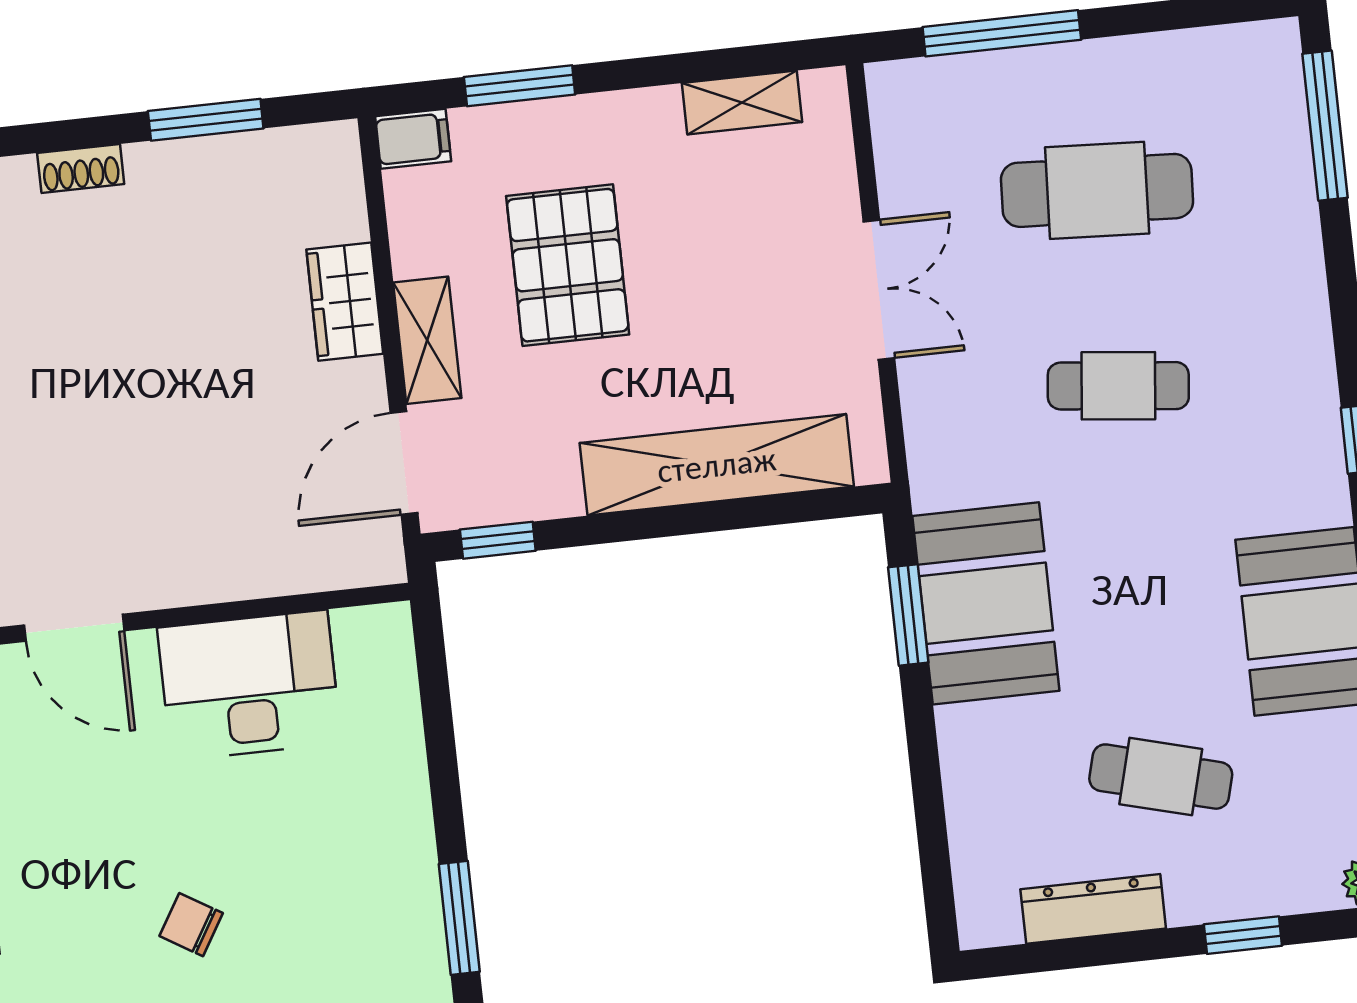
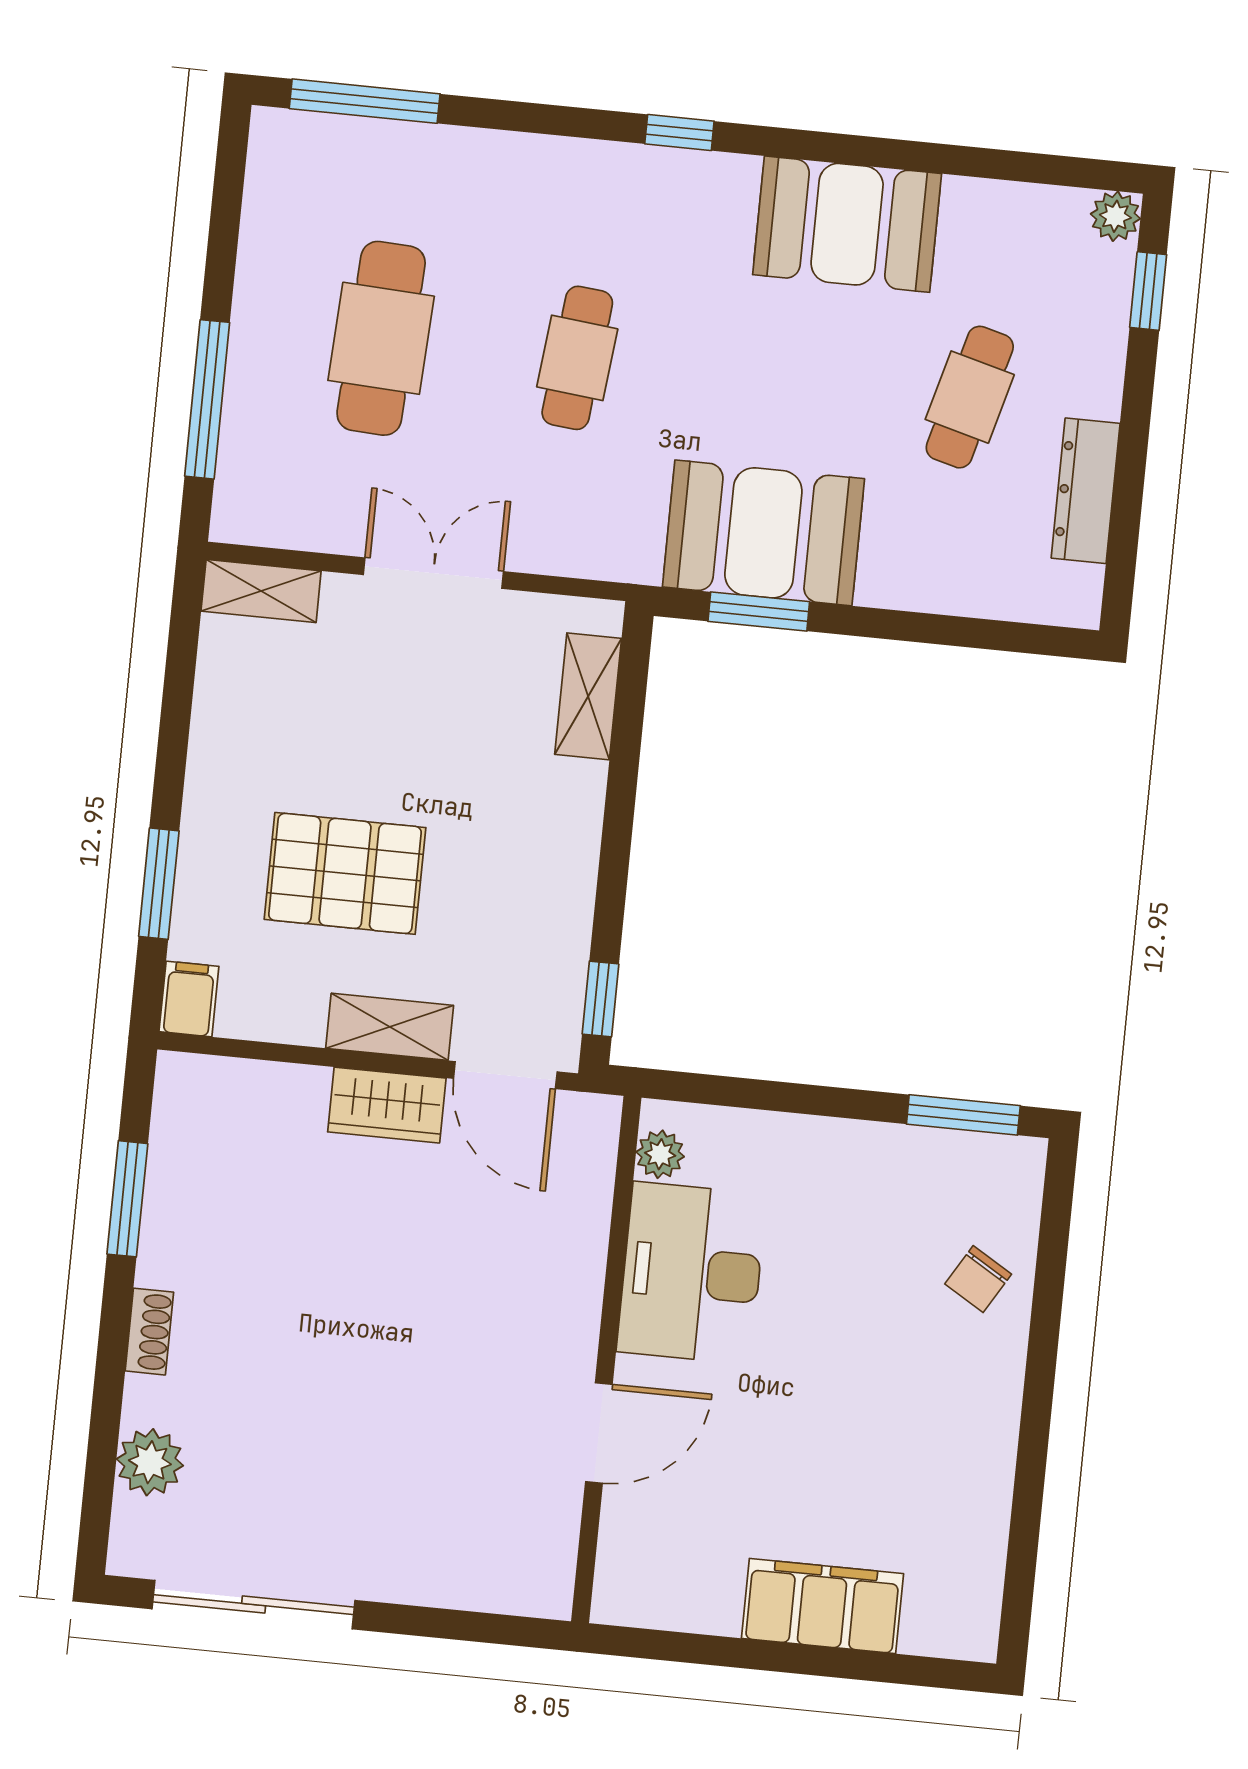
shelving: (742, 103) -> (261, 591), moved, turned 90
wardrobe: (345, 302) -> (387, 1105), moved
shelving: (717, 465) -> (588, 696), width x0.45, depth x0.75
plant: (359, 630) -> (660, 1154), added
chair: (191, 925) -> (978, 1279), moved
window: (1243, 935) -> (1148, 291), moved

